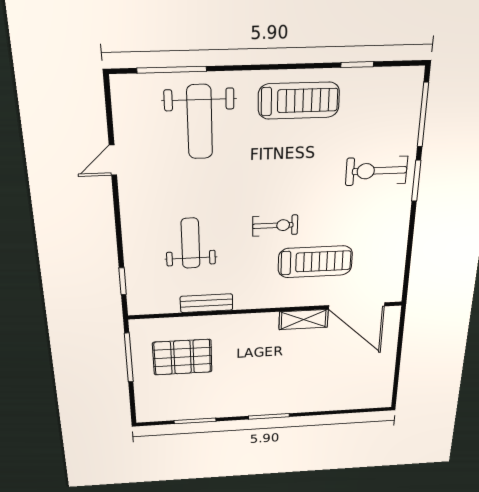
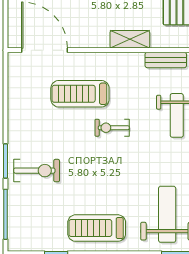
shelving: (304, 320) -> (130, 39), moved

